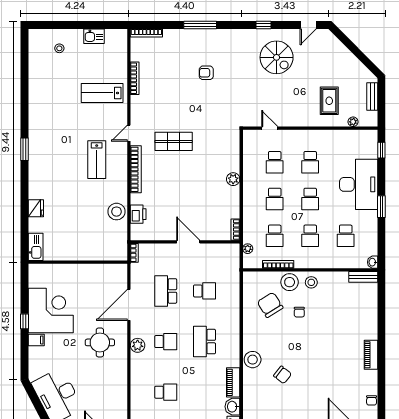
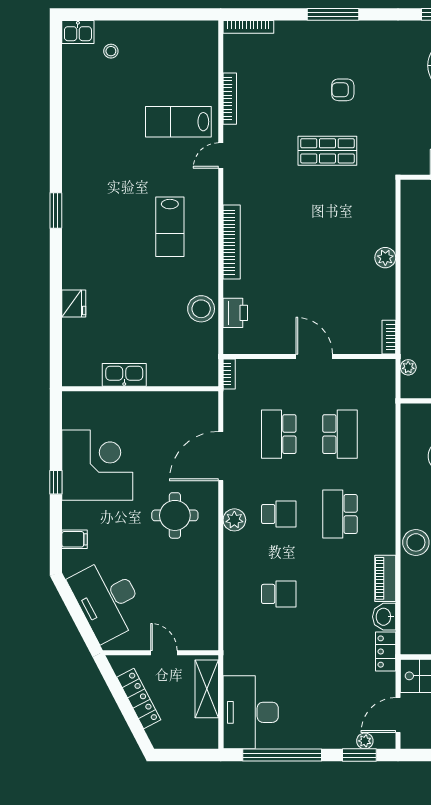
kitchen sink: (94, 36) -> (78, 32), moved
door: (129, 133) -> (221, 156), moved
shop shelf: (174, 141) -> (327, 151), moved
kitchen sink: (36, 247) -> (124, 375), moved, turned -90
school desk: (204, 291) -> (340, 434), width x1.85
filing cabinet: (36, 340) -> (75, 539), moved

